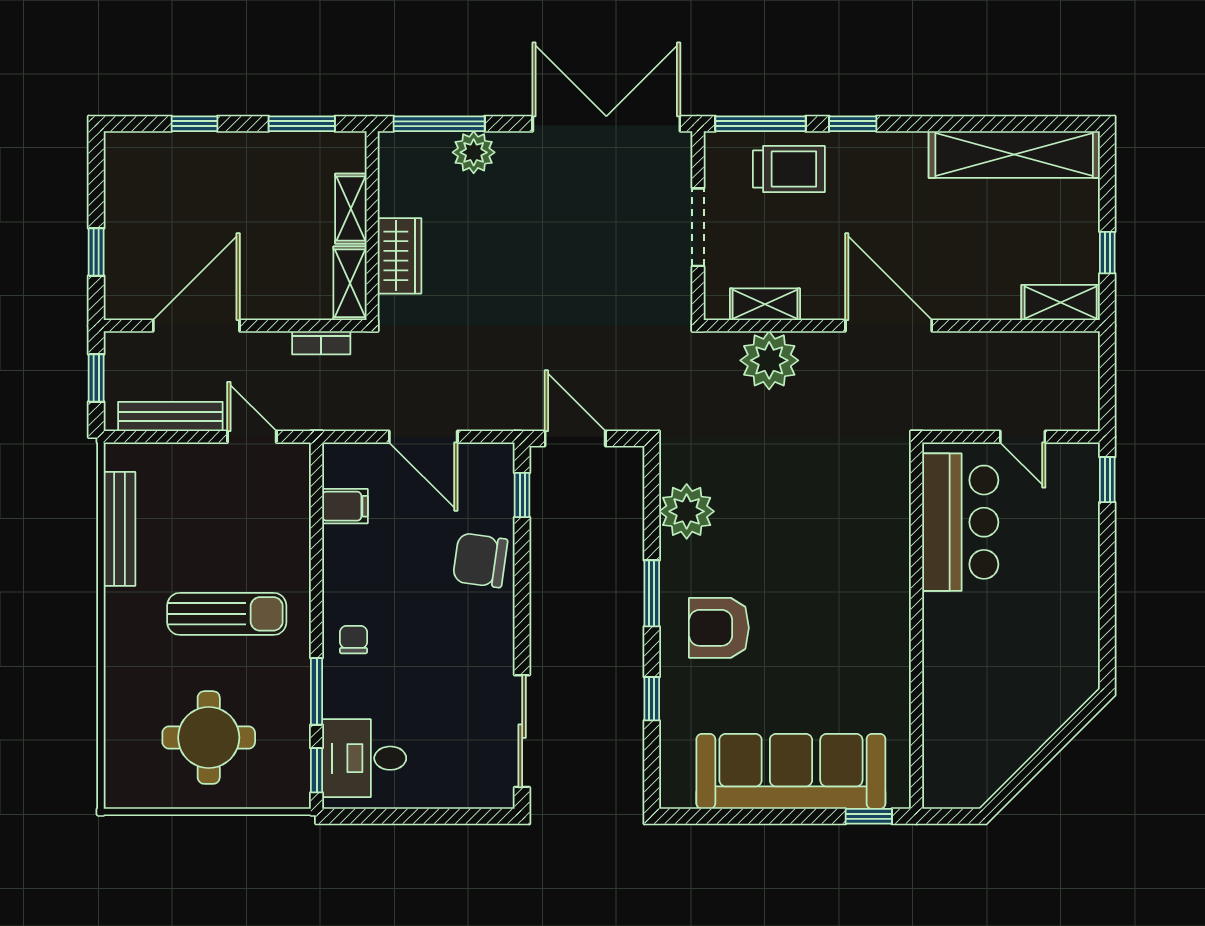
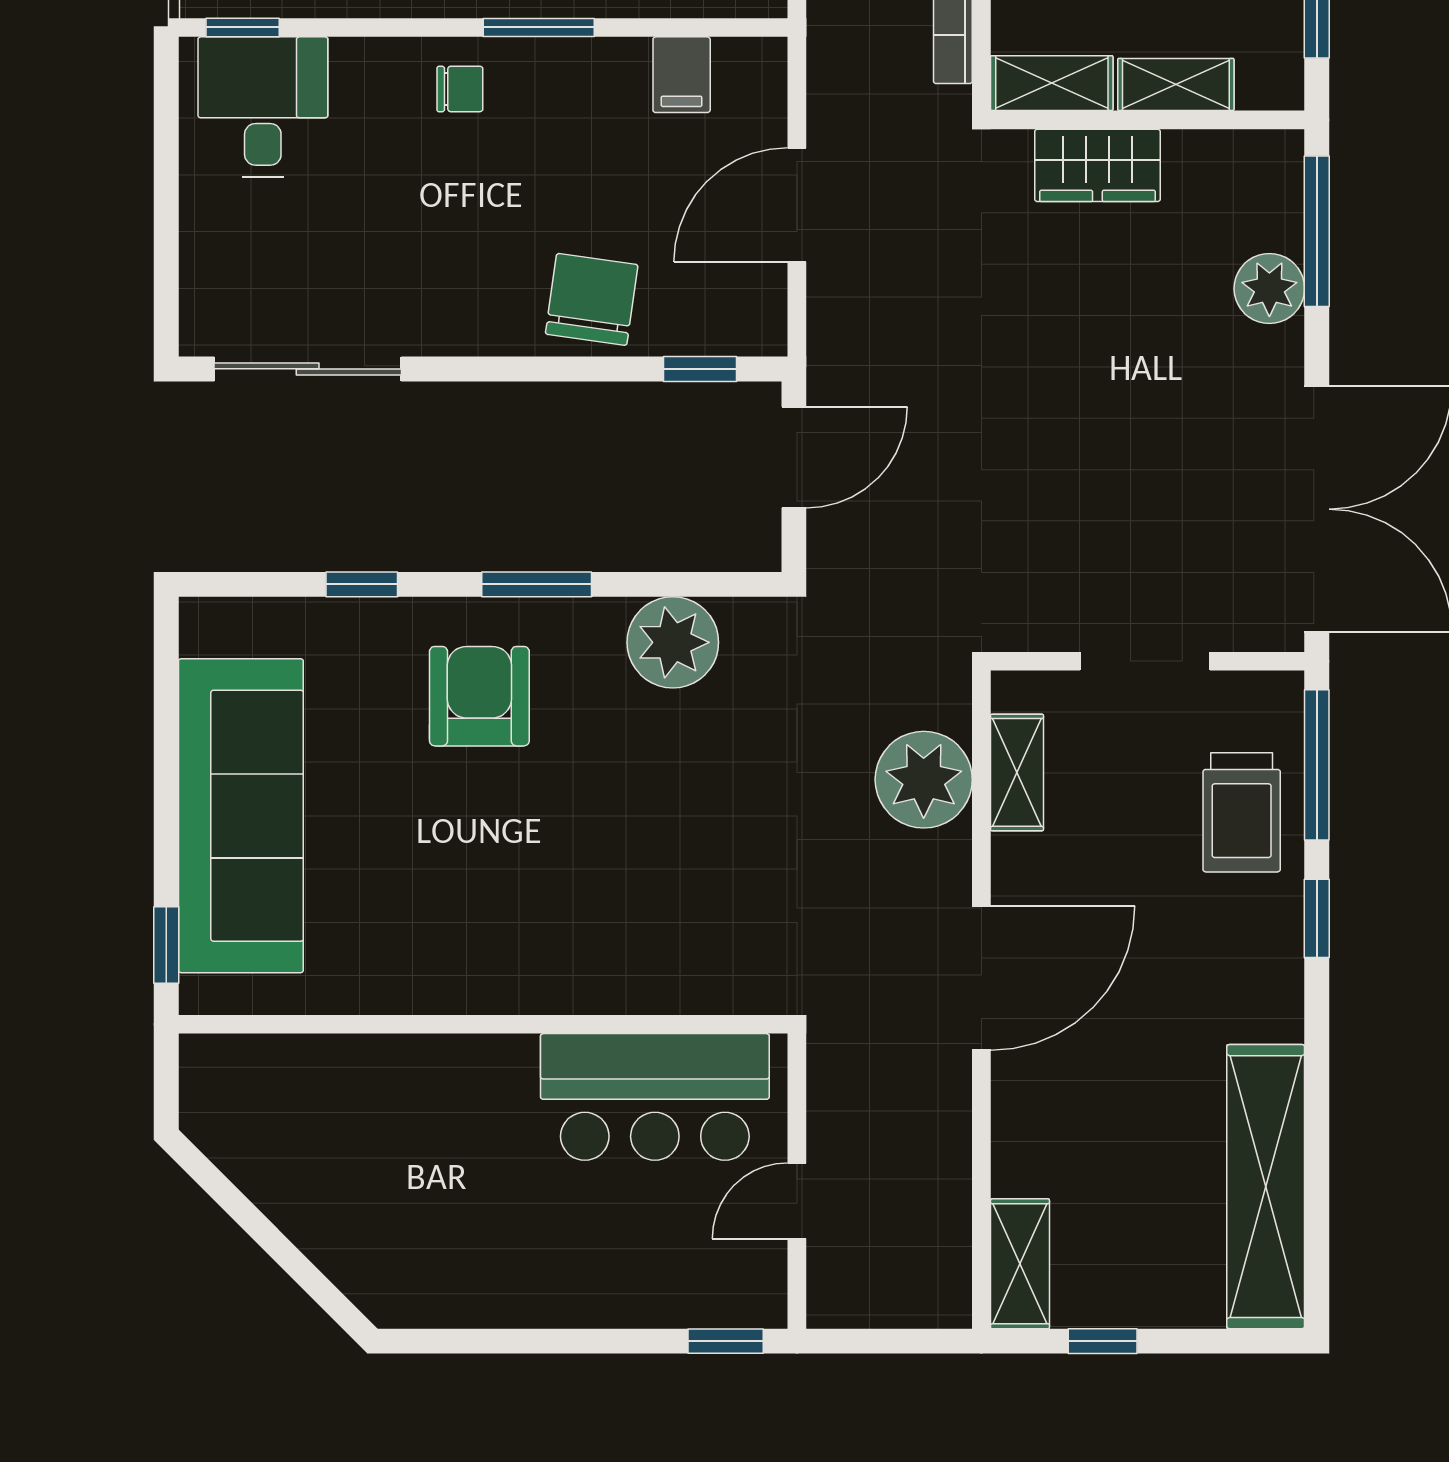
window: (317, 691) -> (539, 27), moved

